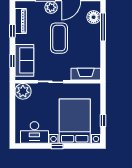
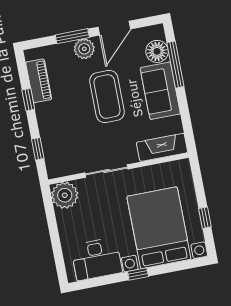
sofa: (24, 60) -> (160, 91), moved, turned 180

